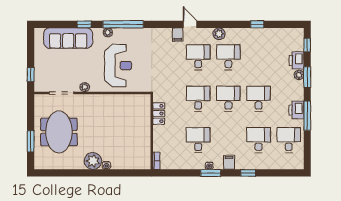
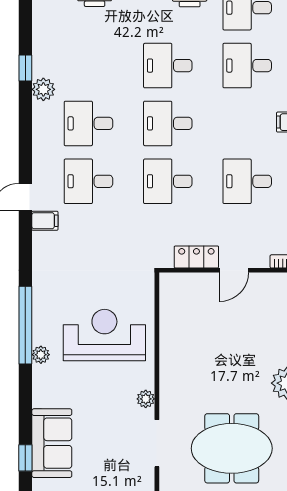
window: (84, 24) -> (25, 458), moved
plant: (219, 34) -> (43, 89), moved
sofa: (68, 38) -> (52, 443), width x0.73
door: (152, 133) -> (234, 270), added

